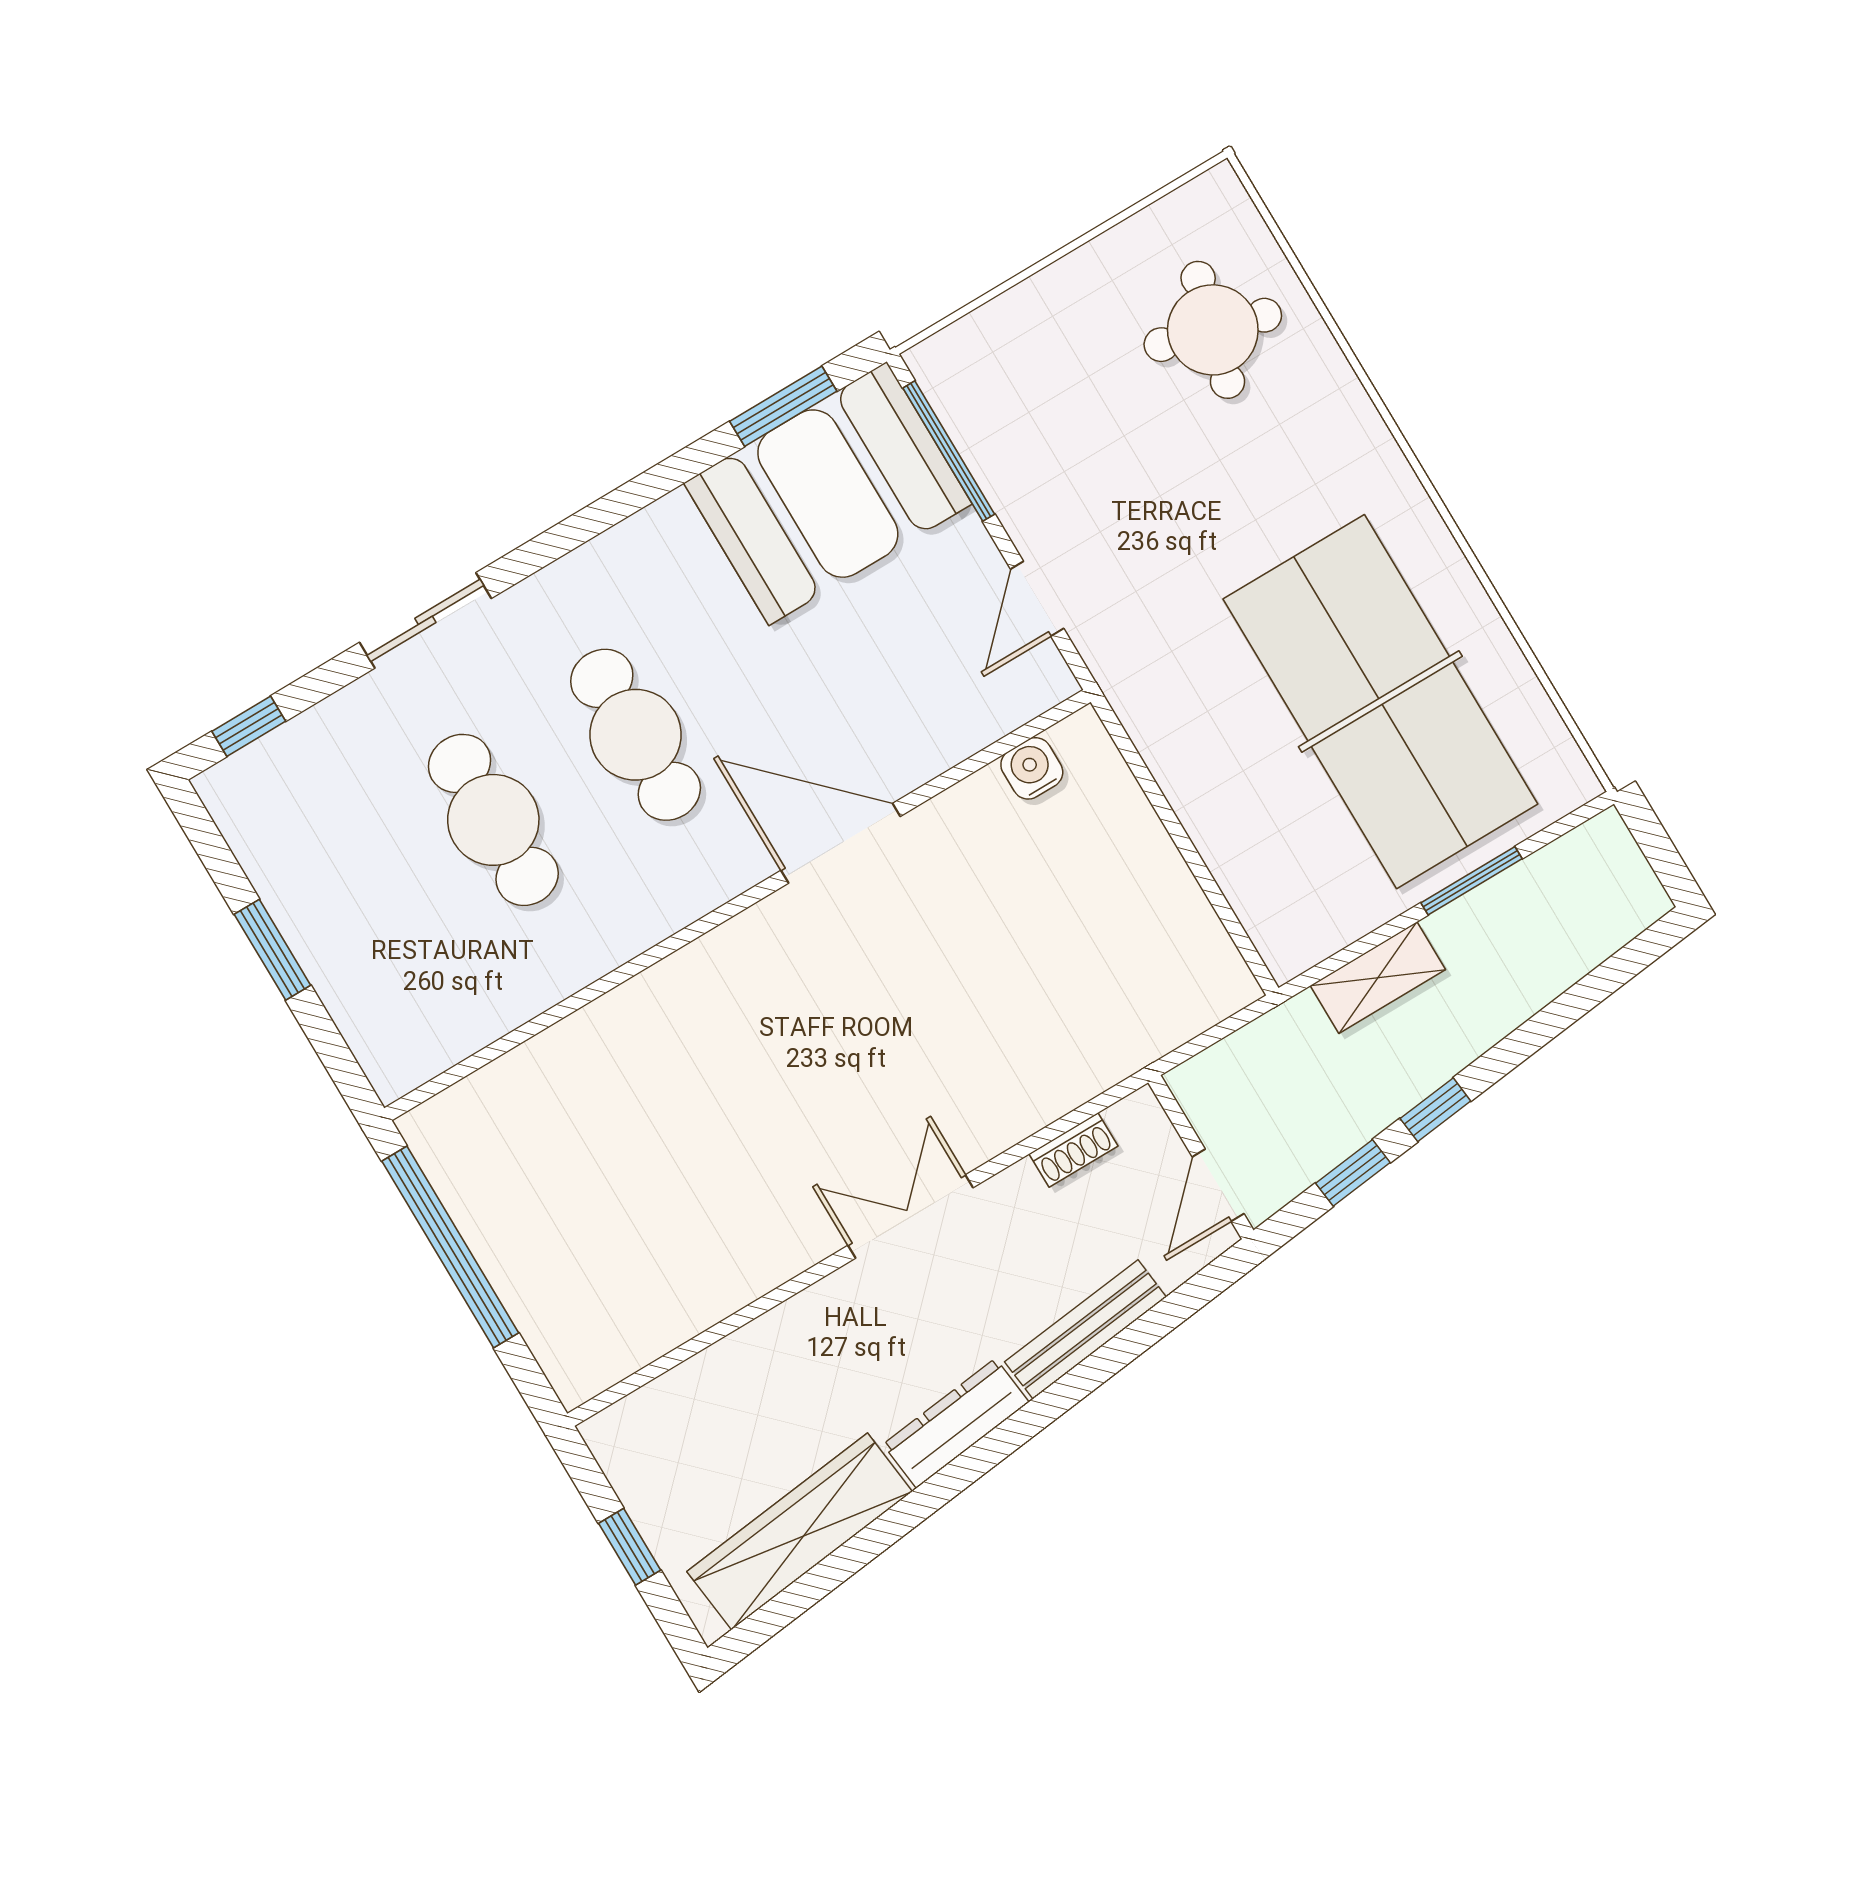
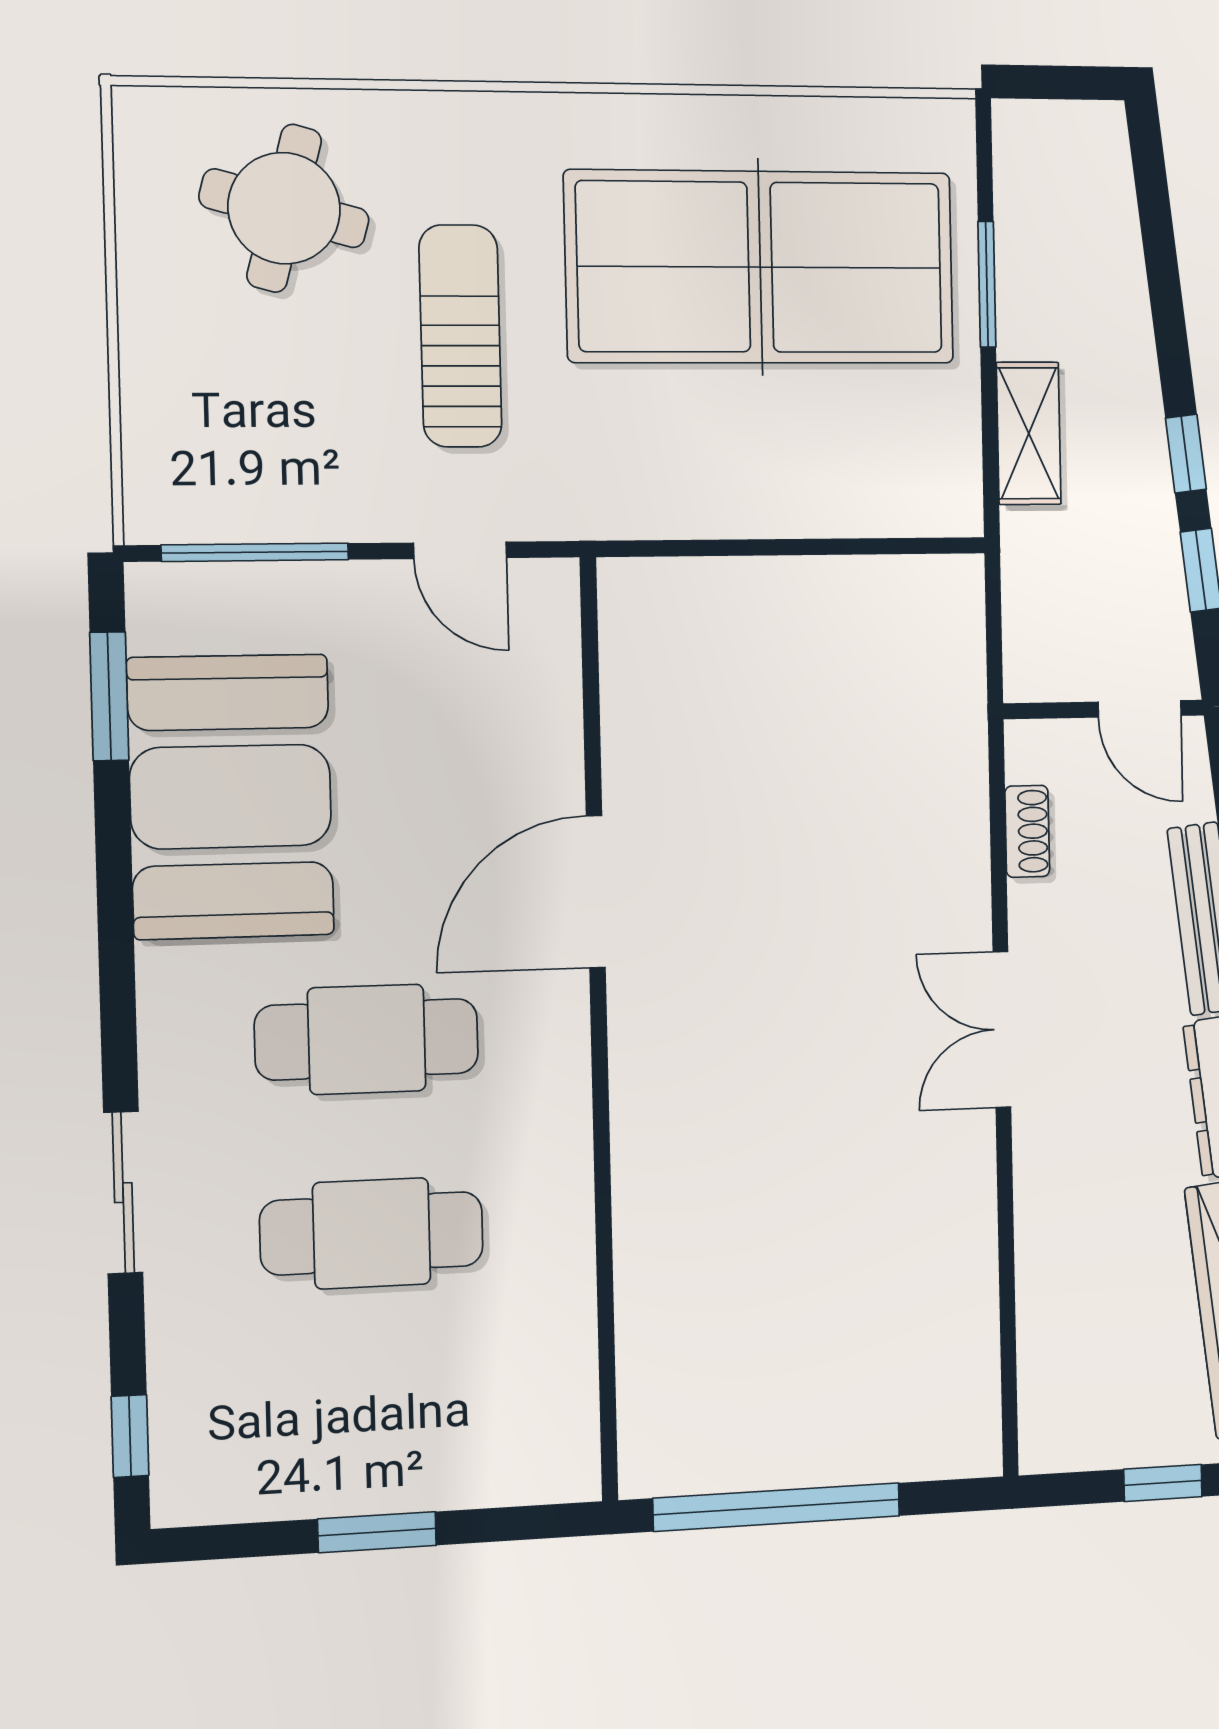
booth: (828, 494) -> (231, 797), moved
sun lounger: (1196, 509) -> (460, 336), added
water cooler: (1032, 768) -> (629, 655), removed

